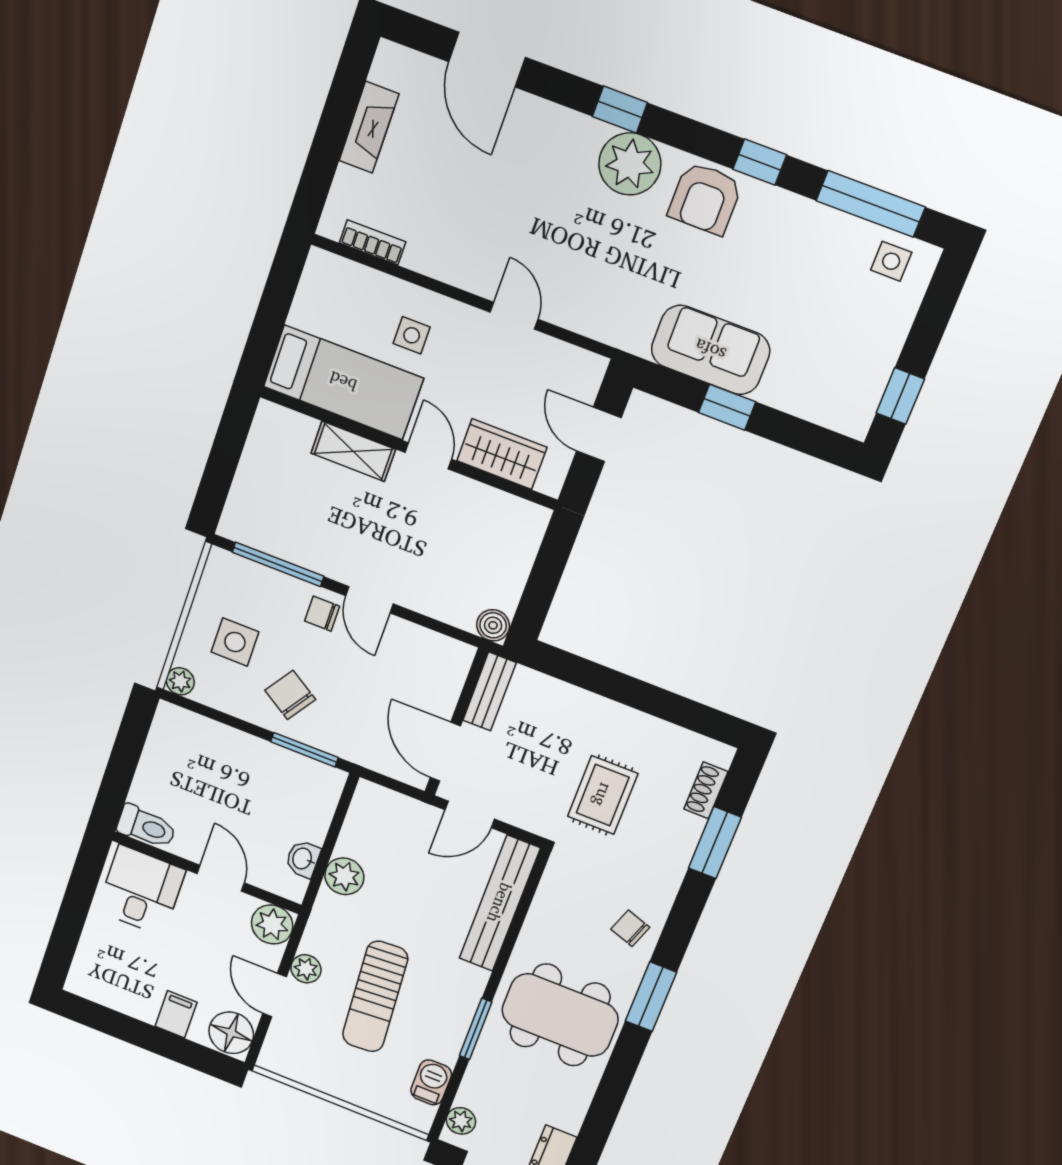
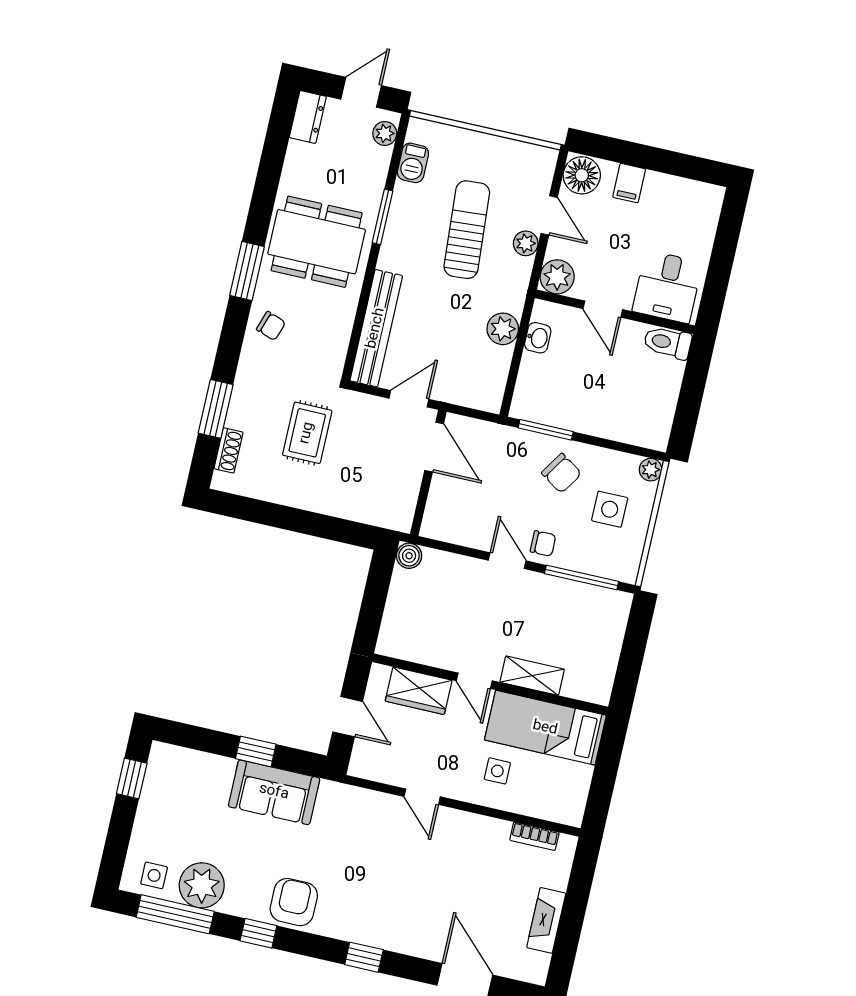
plant: (630, 164) -> (202, 885), moved
bench: (490, 692) -> (405, 502), removed

